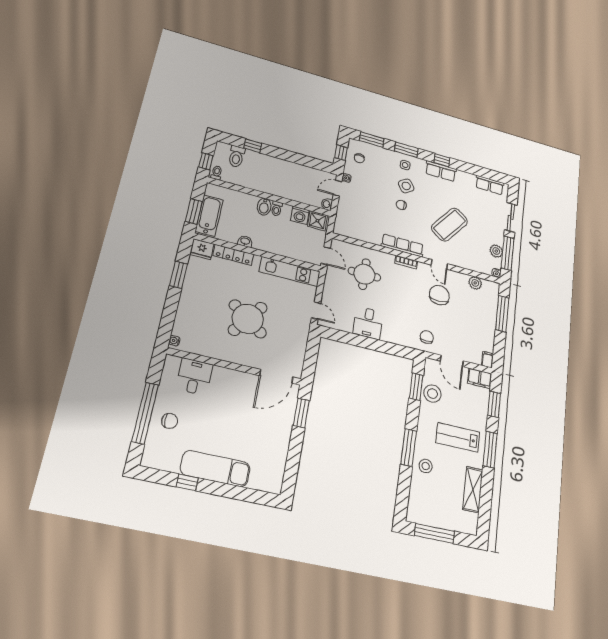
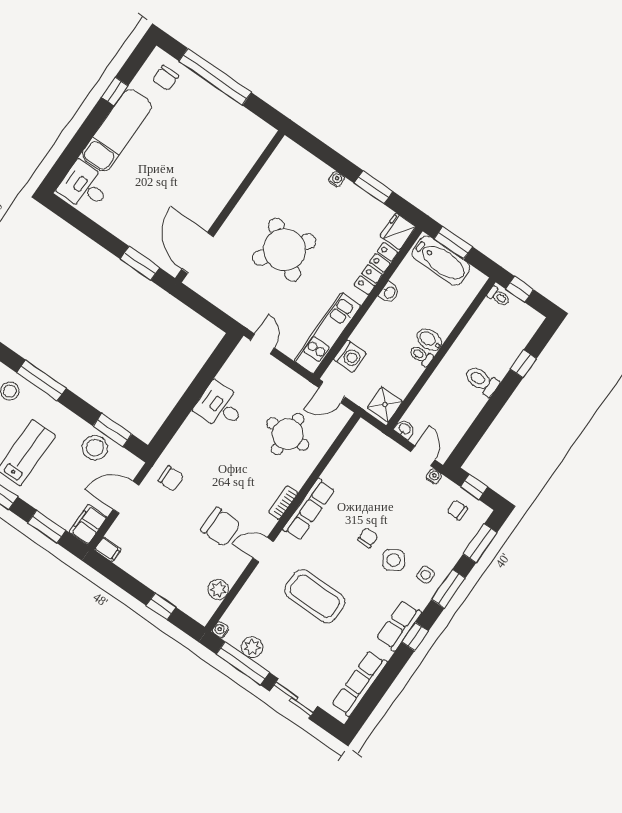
toilet: (237, 157) -> (482, 381), moved
row of seats: (490, 185) -> (359, 683), width x1.48
washing machine: (300, 215) -> (350, 356), moved, turned 180
coffee table: (450, 225) -> (315, 596), turned -37
door: (316, 311) -> (262, 344), swing flipped
window: (502, 314) -> (161, 606), width x0.46
water cooler: (174, 341) -> (336, 179), moved
desk: (194, 377) -> (84, 187), moved, turned 180
chair: (170, 421) -> (165, 78), moved

